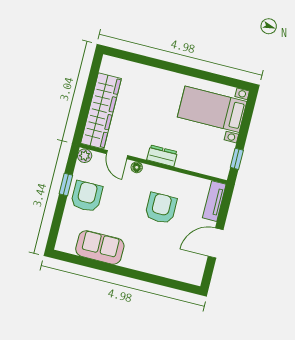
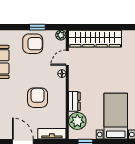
dresser: (162, 156) -> (74, 101), moved
plant: (206, 162) -> (77, 121), added
armchair: (161, 208) -> (38, 98), turned -90

